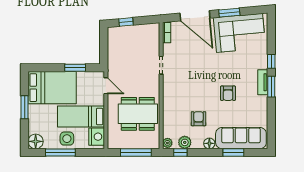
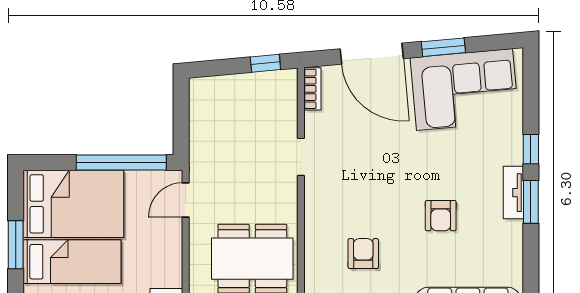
window: (126, 22) -> (265, 63), moved
window: (75, 68) -> (121, 162), width x2.11
door: (106, 86) -> (186, 200), swing flipped
bed: (81, 117) -> (72, 262), moved, turned 180
armchair: (198, 119) -> (363, 254), moved

